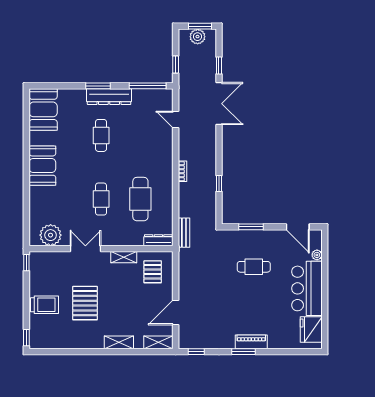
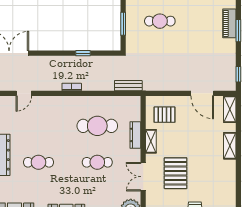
dresser: (158, 240) -> (135, 135), moved
cafe table: (254, 267) -> (160, 21), turned 90
pallet: (85, 303) -> (176, 173), moved, turned 90

